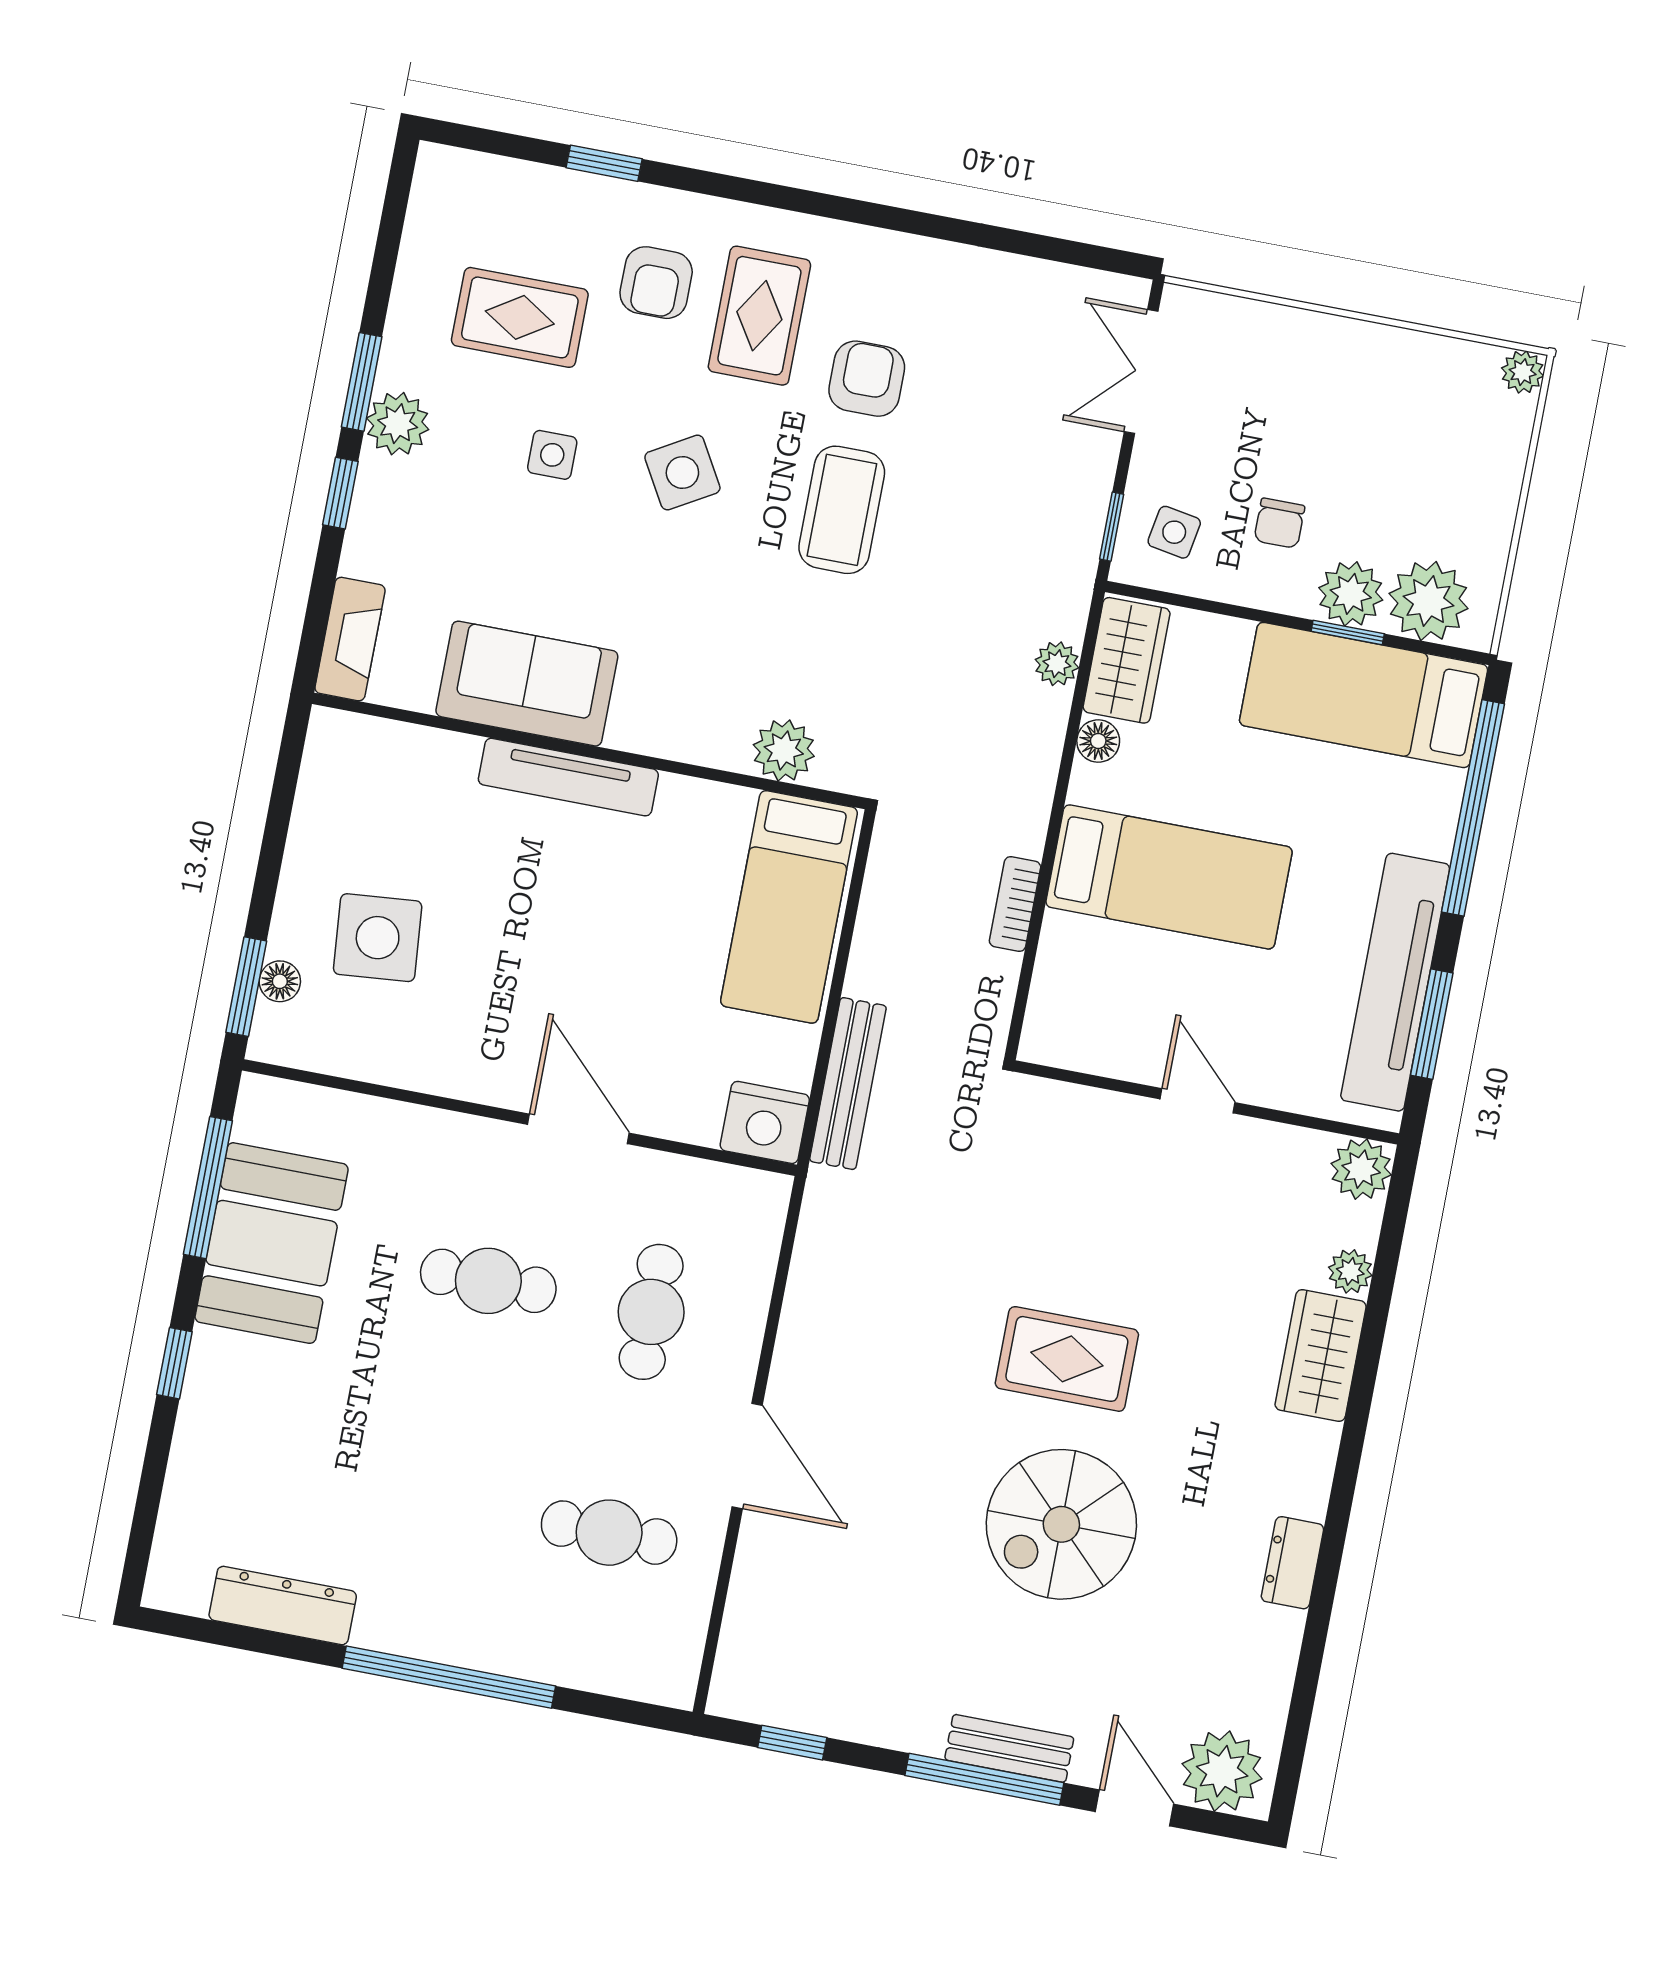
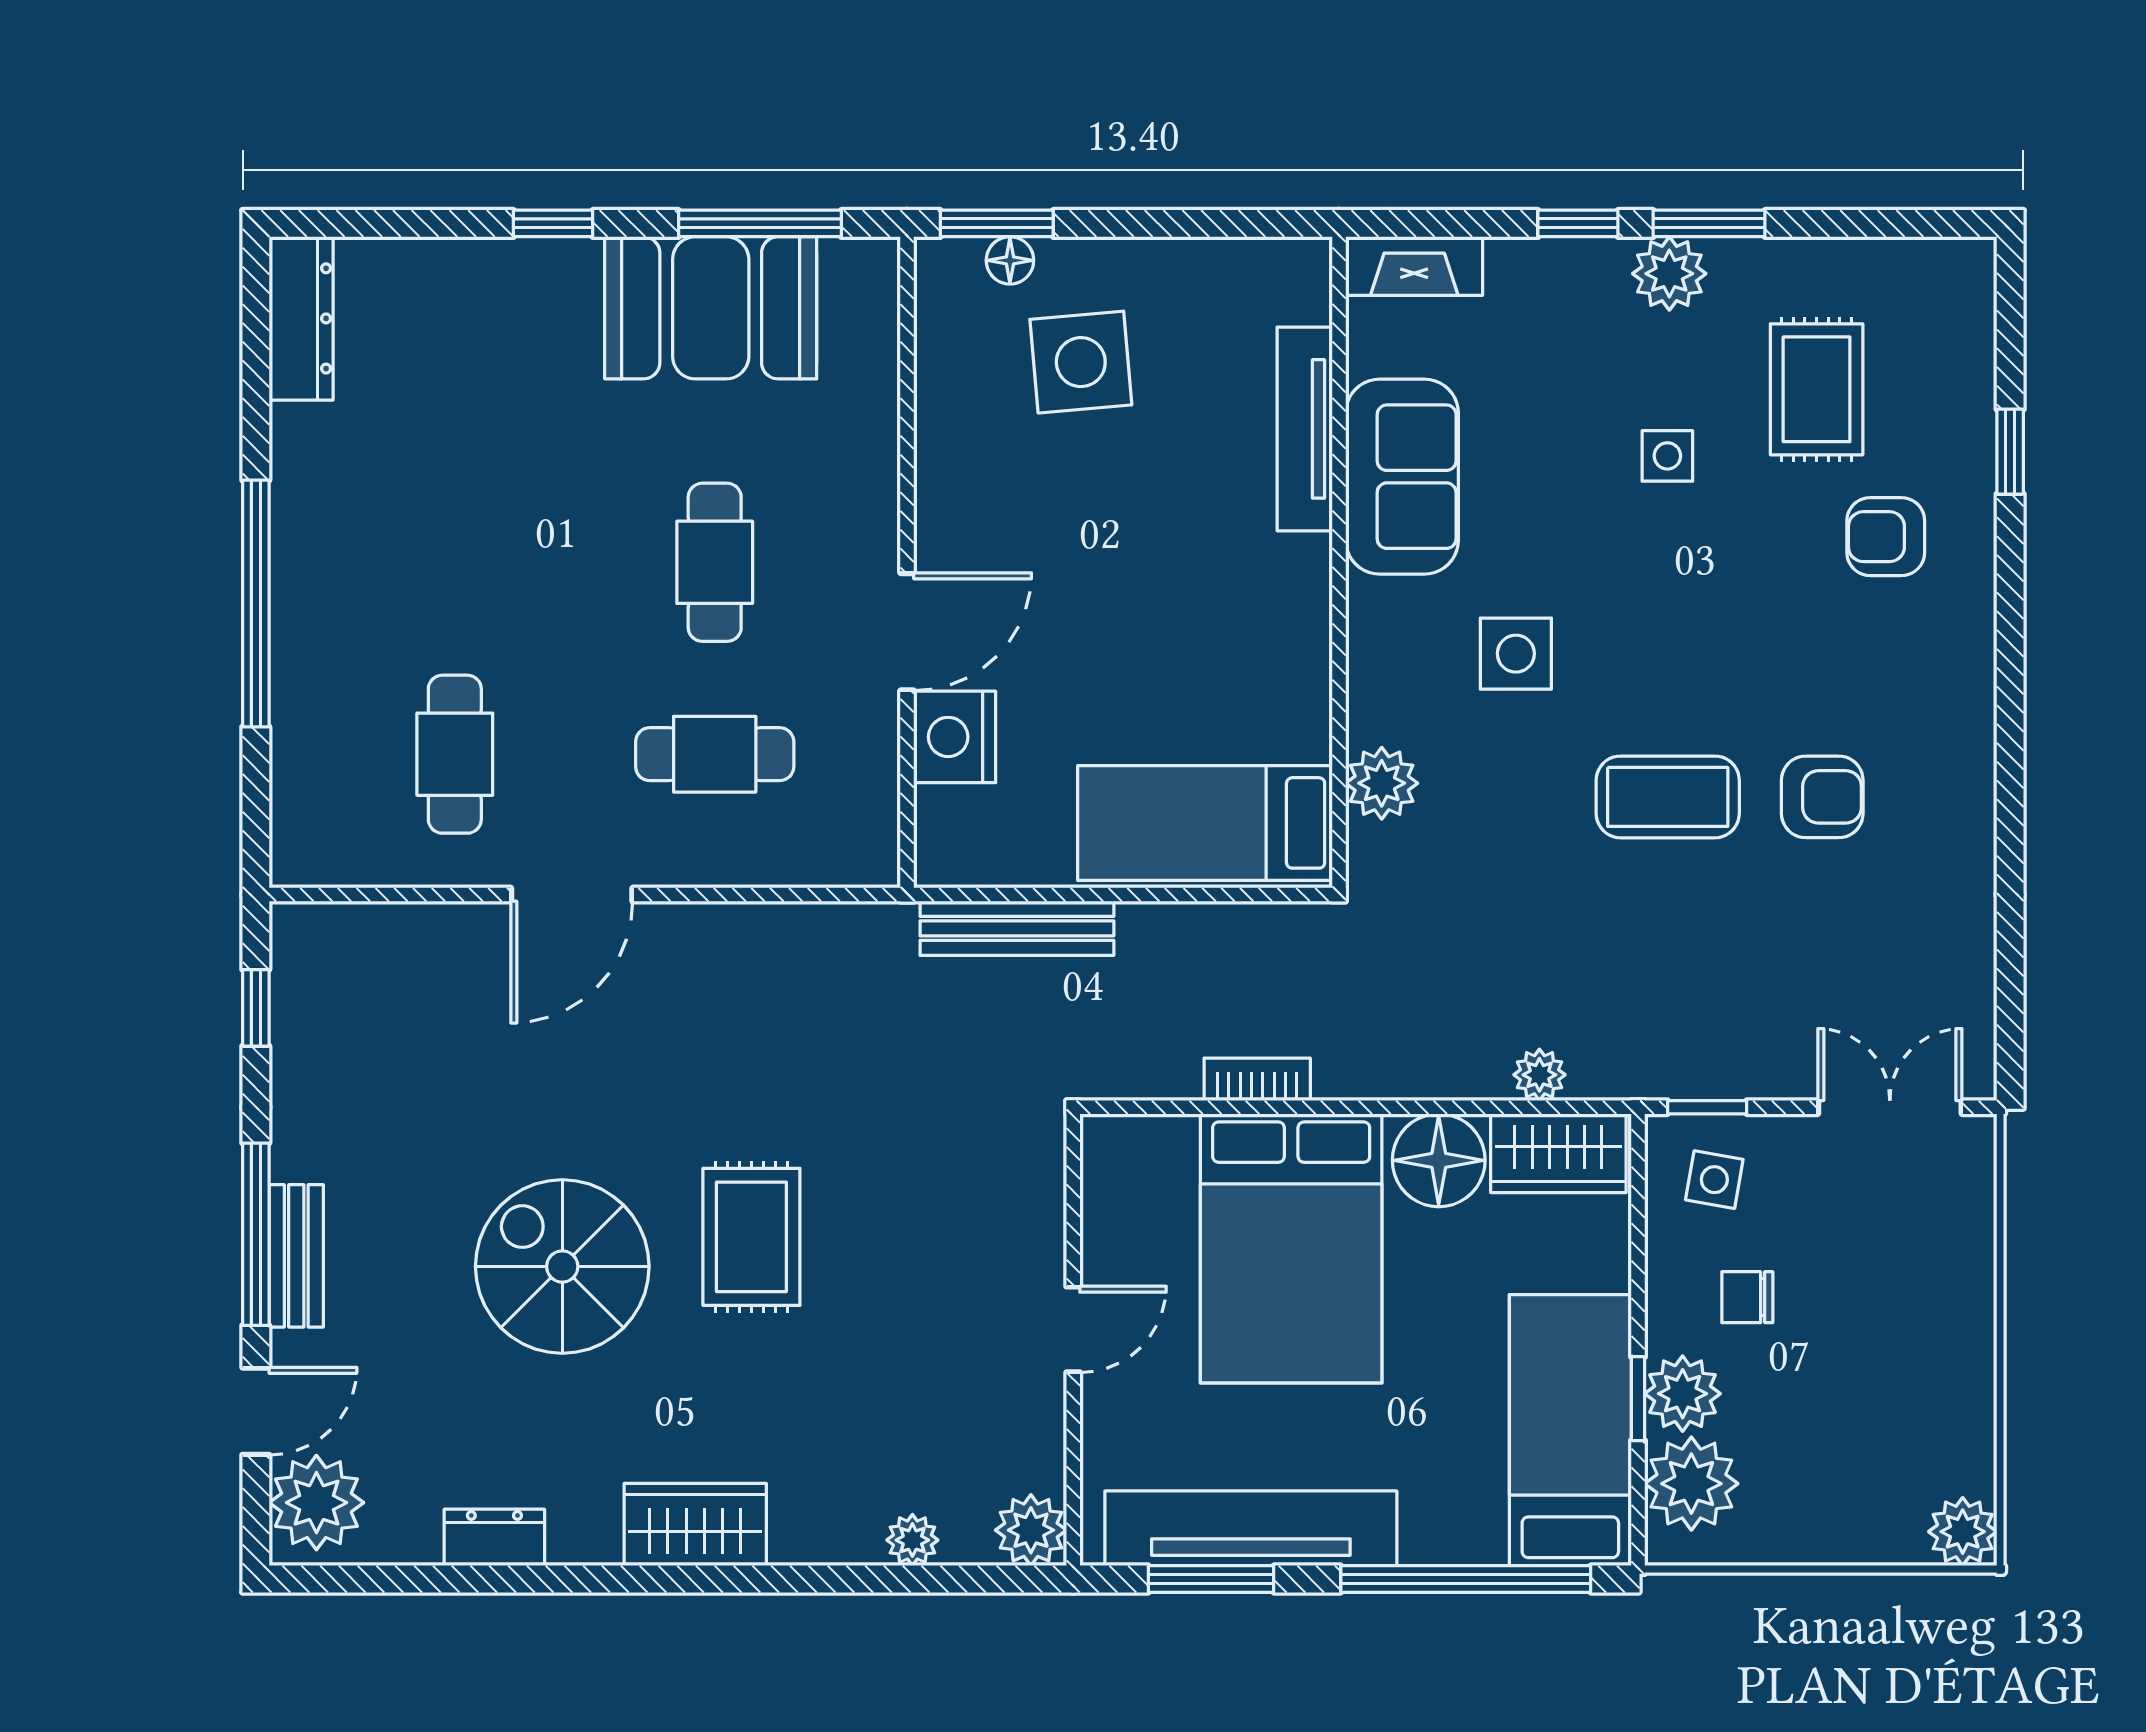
rug: (759, 316) -> (1871, 661), removed
plant: (1523, 372) -> (1963, 1532), width x1.38, depth x1.38
side table: (682, 473) -> (1516, 654), moved, turned 30
floor lamp: (1098, 741) -> (1439, 1160), width x1.89, depth x1.89
tv unit: (568, 777) -> (1305, 429), moved
bed: (1169, 877) -> (1291, 1248), width x1.50
nightstand: (765, 1122) -> (955, 737), moved
wardrobe: (1321, 1356) -> (695, 1525), moved
dresser: (1292, 1563) -> (494, 1537), moved
dresser: (283, 1606) -> (301, 318), moved

